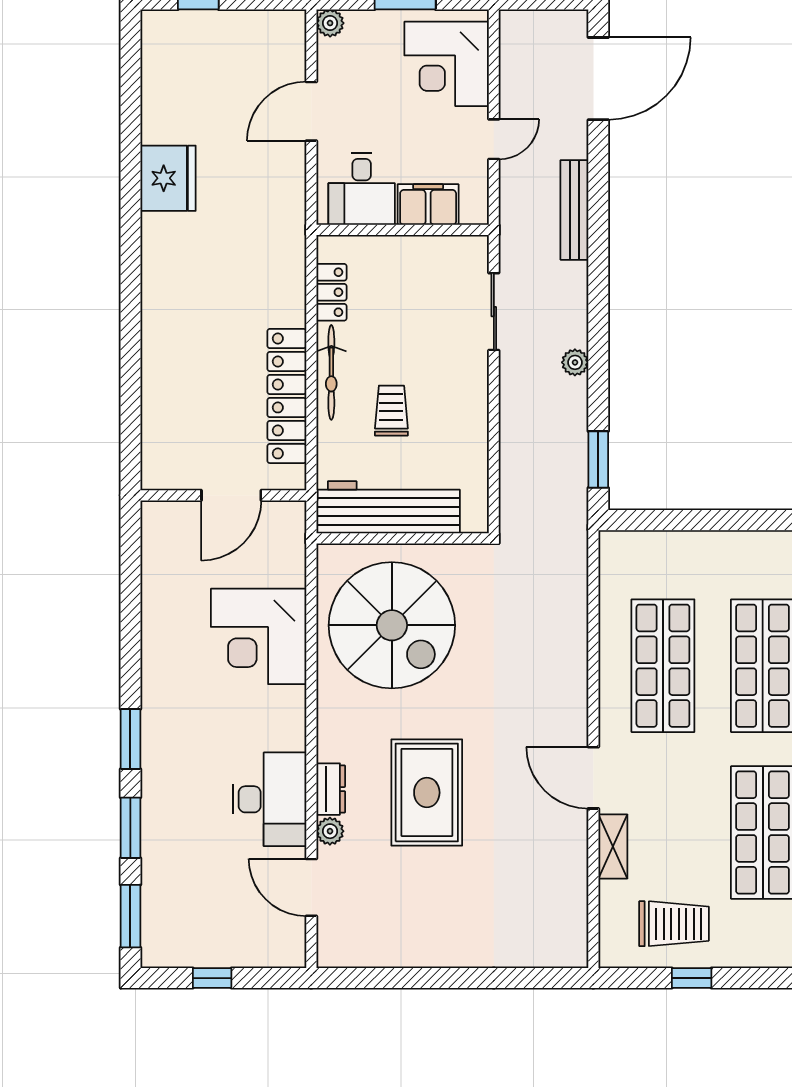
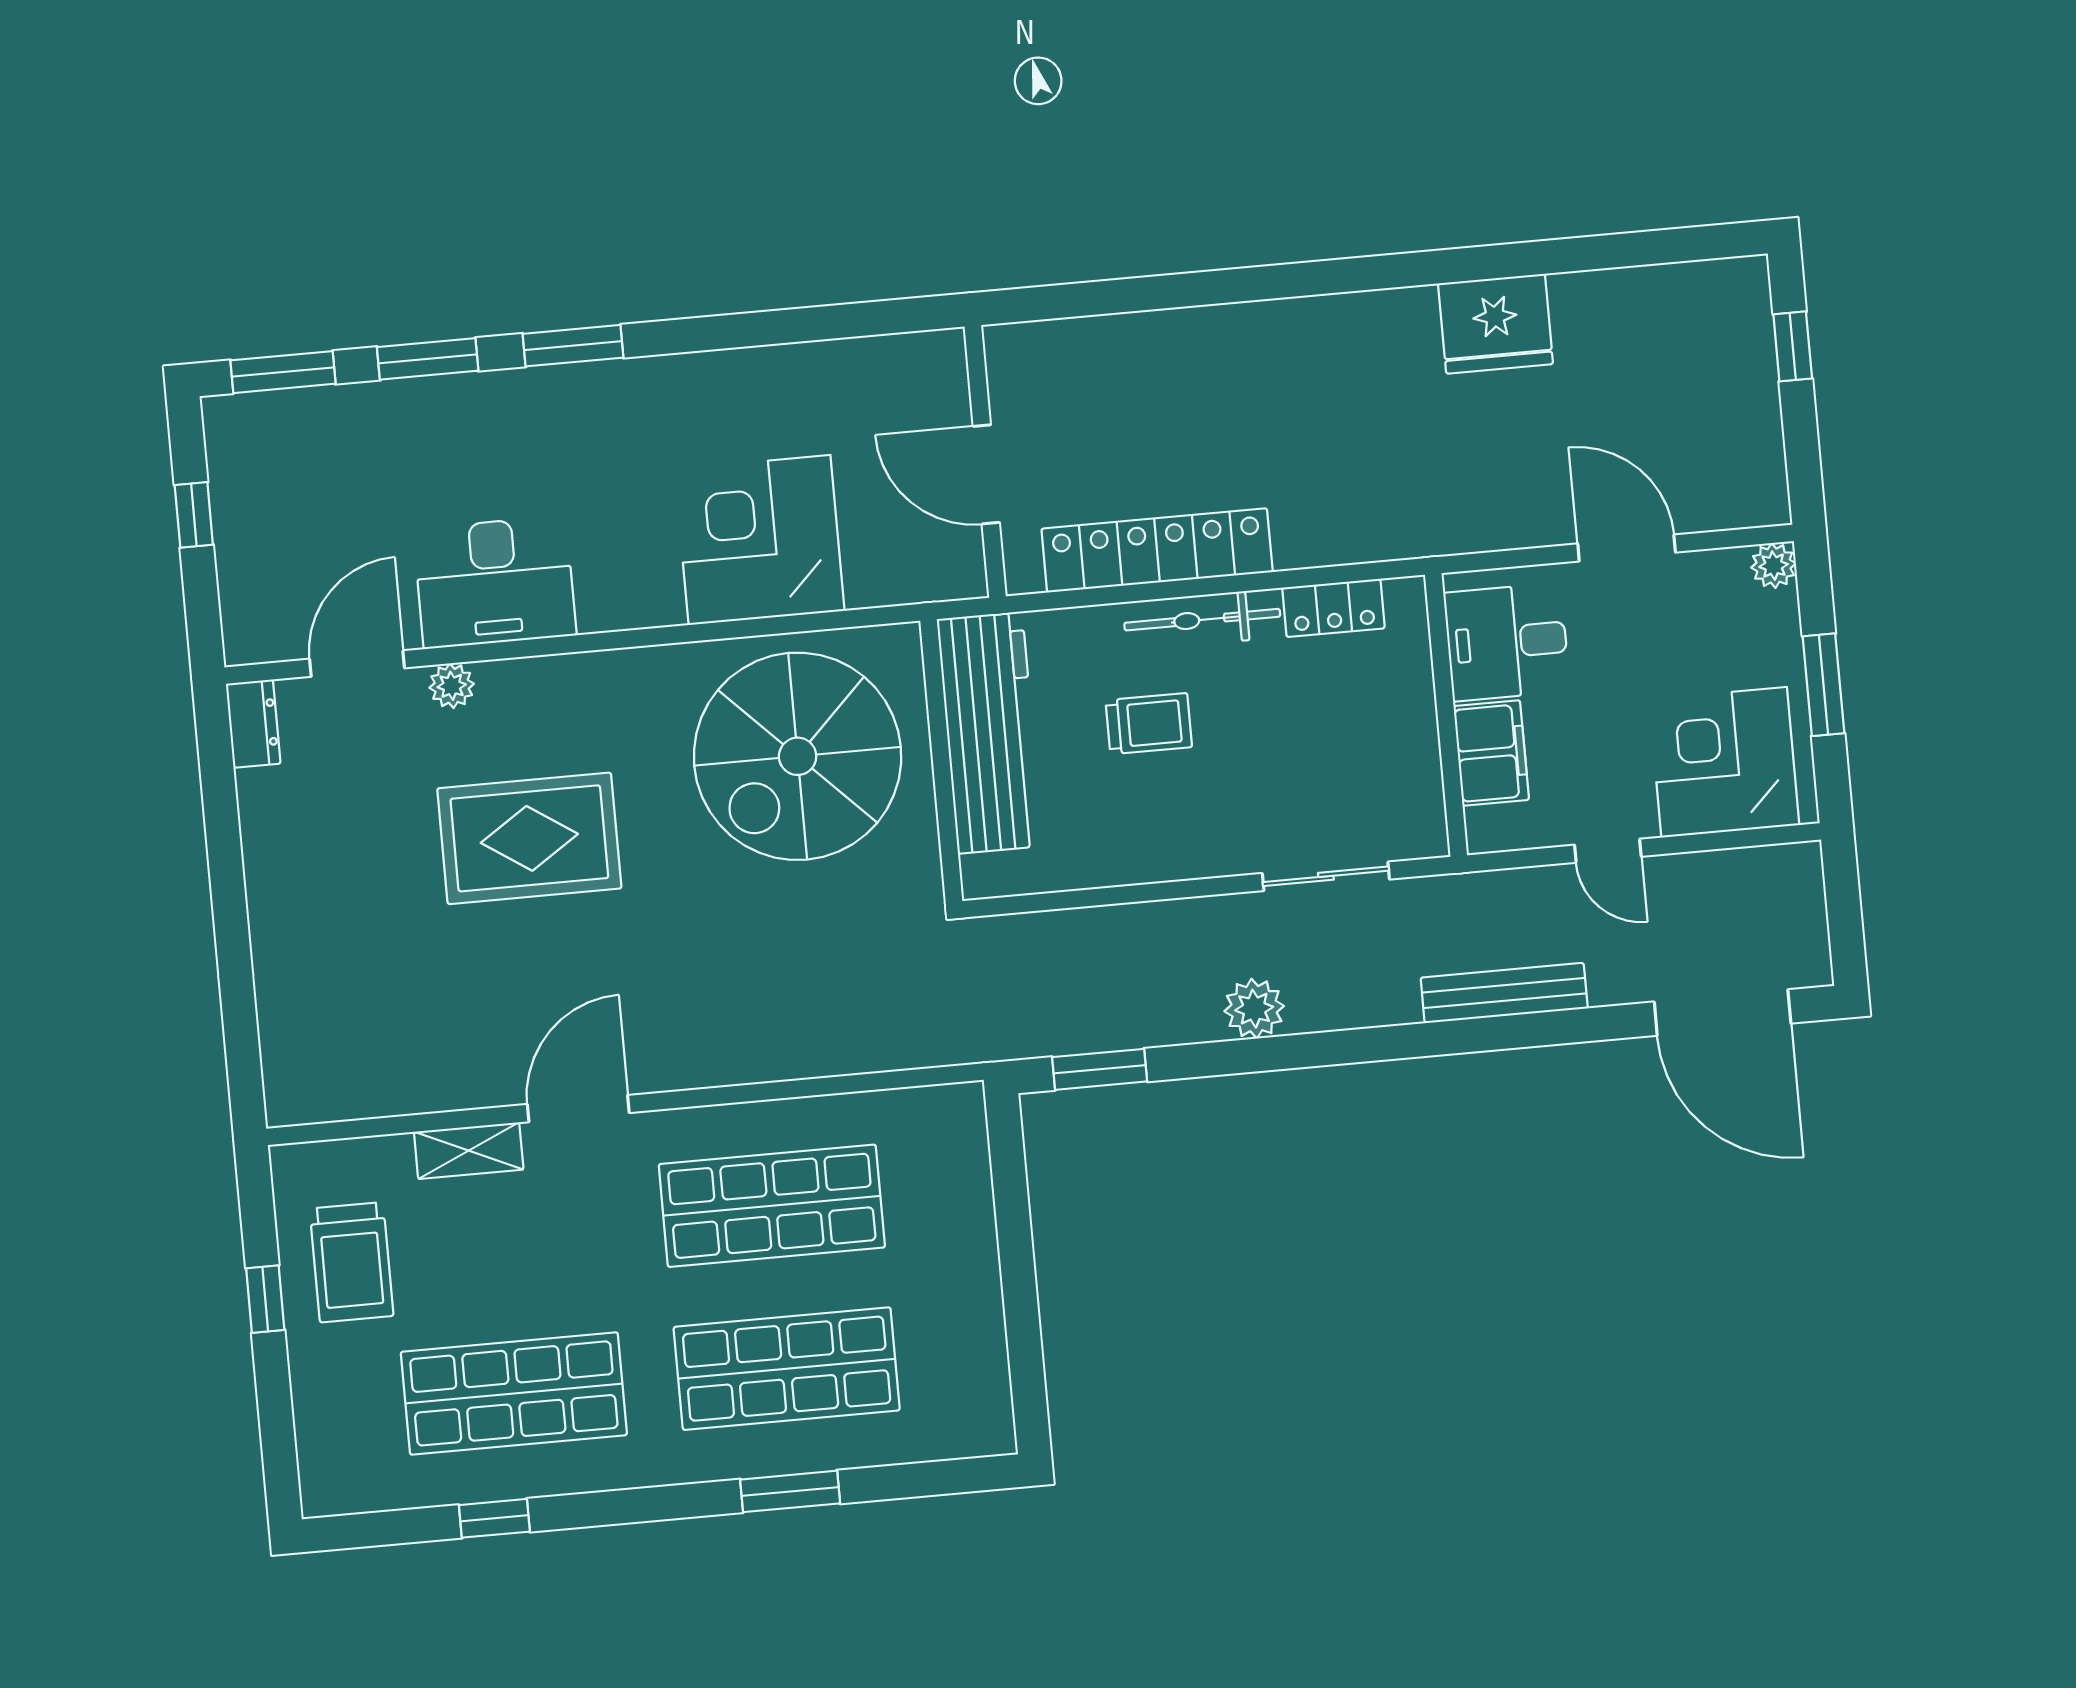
plant: (575, 362) -> (1254, 1009), width x1.38, depth x1.38
dresser: (331, 789) -> (253, 724), moved, turned -90

